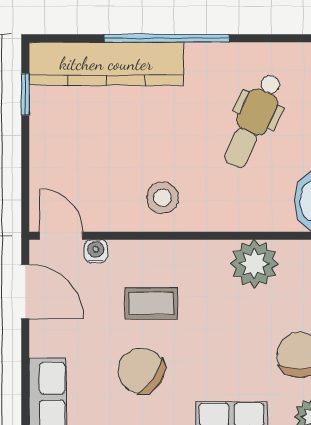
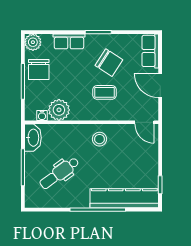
dental chair: (253, 121) -> (59, 173), turned -151
water cooler: (96, 251) -> (42, 115), moved
door: (25, 292) -> (160, 86), moved

